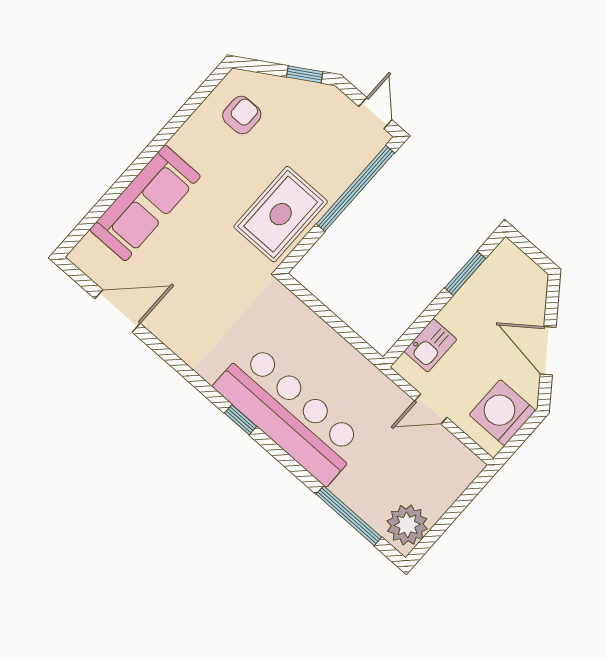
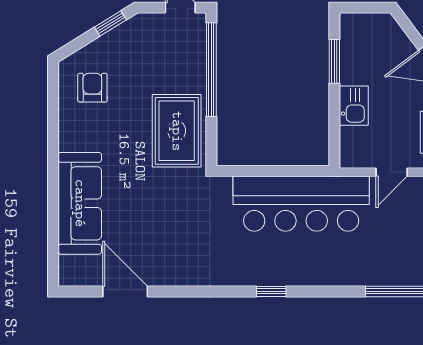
door: (118, 311) -> (125, 291), hinge flipped
kitchen sink: (430, 345) -> (354, 106), moved
bar counter: (289, 414) -> (301, 204), moved, turned 180

